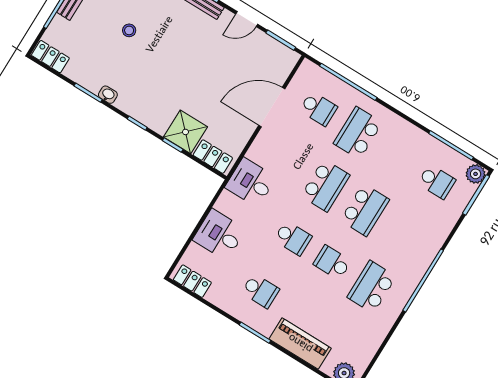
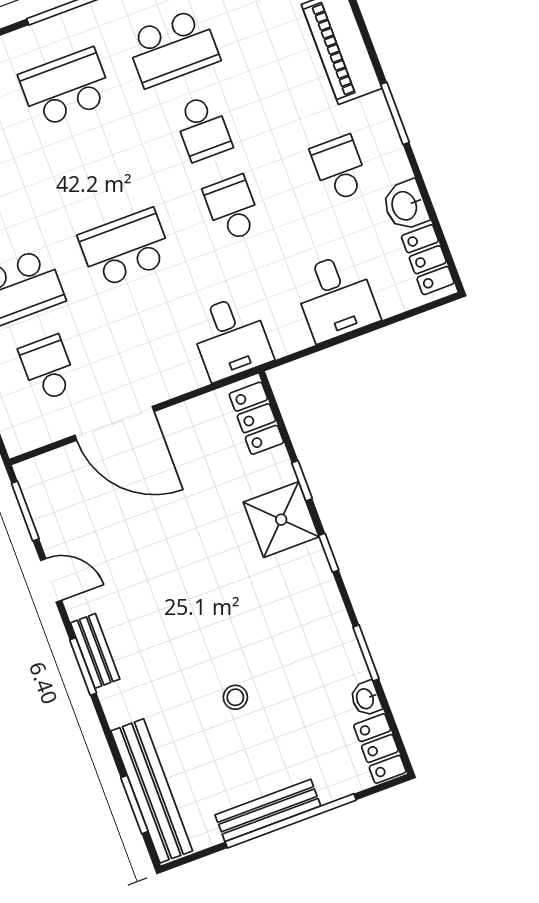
washbasin: (108, 95) -> (366, 698), moved
shower: (186, 132) -> (281, 520), moved
school desk: (365, 210) -> (66, 88), moved
washbasin: (220, 297) -> (405, 205), added

